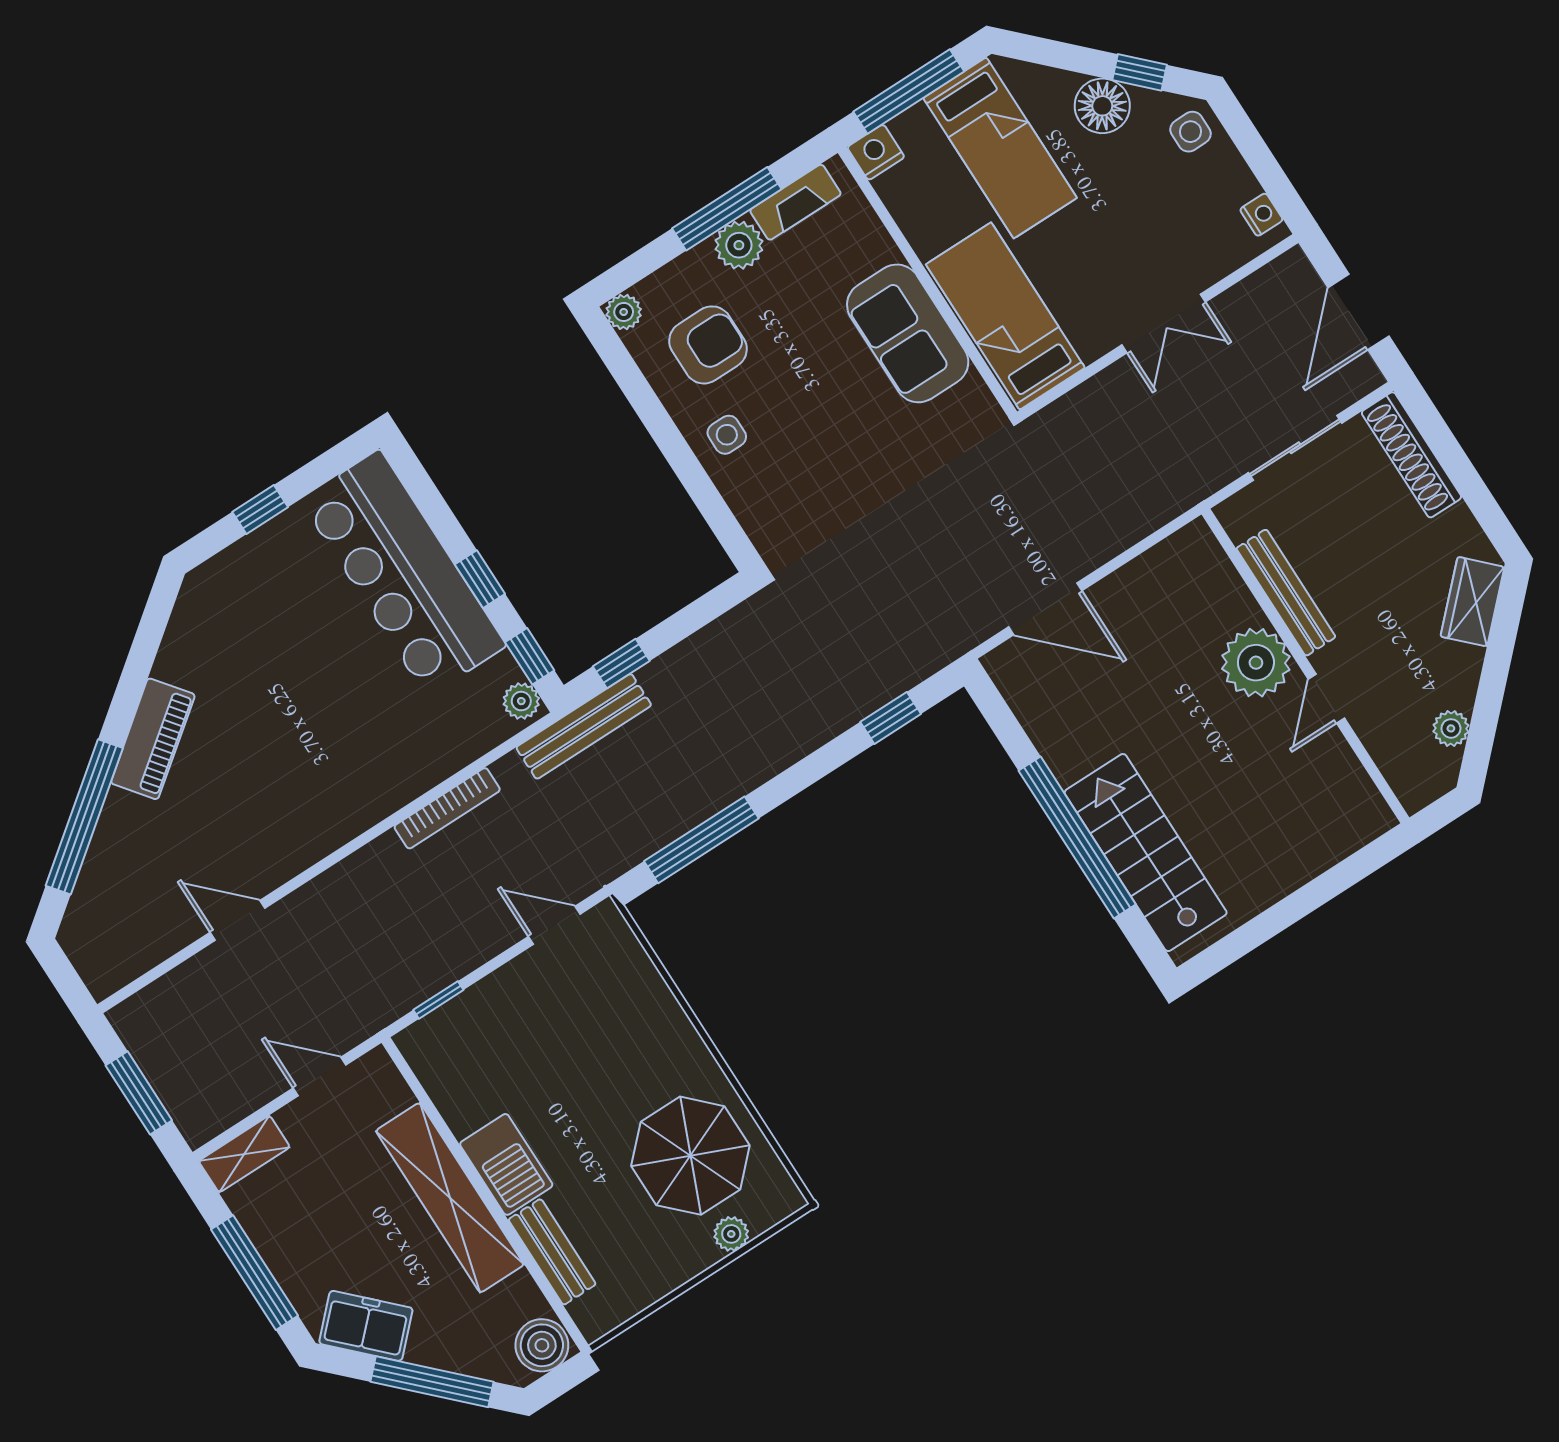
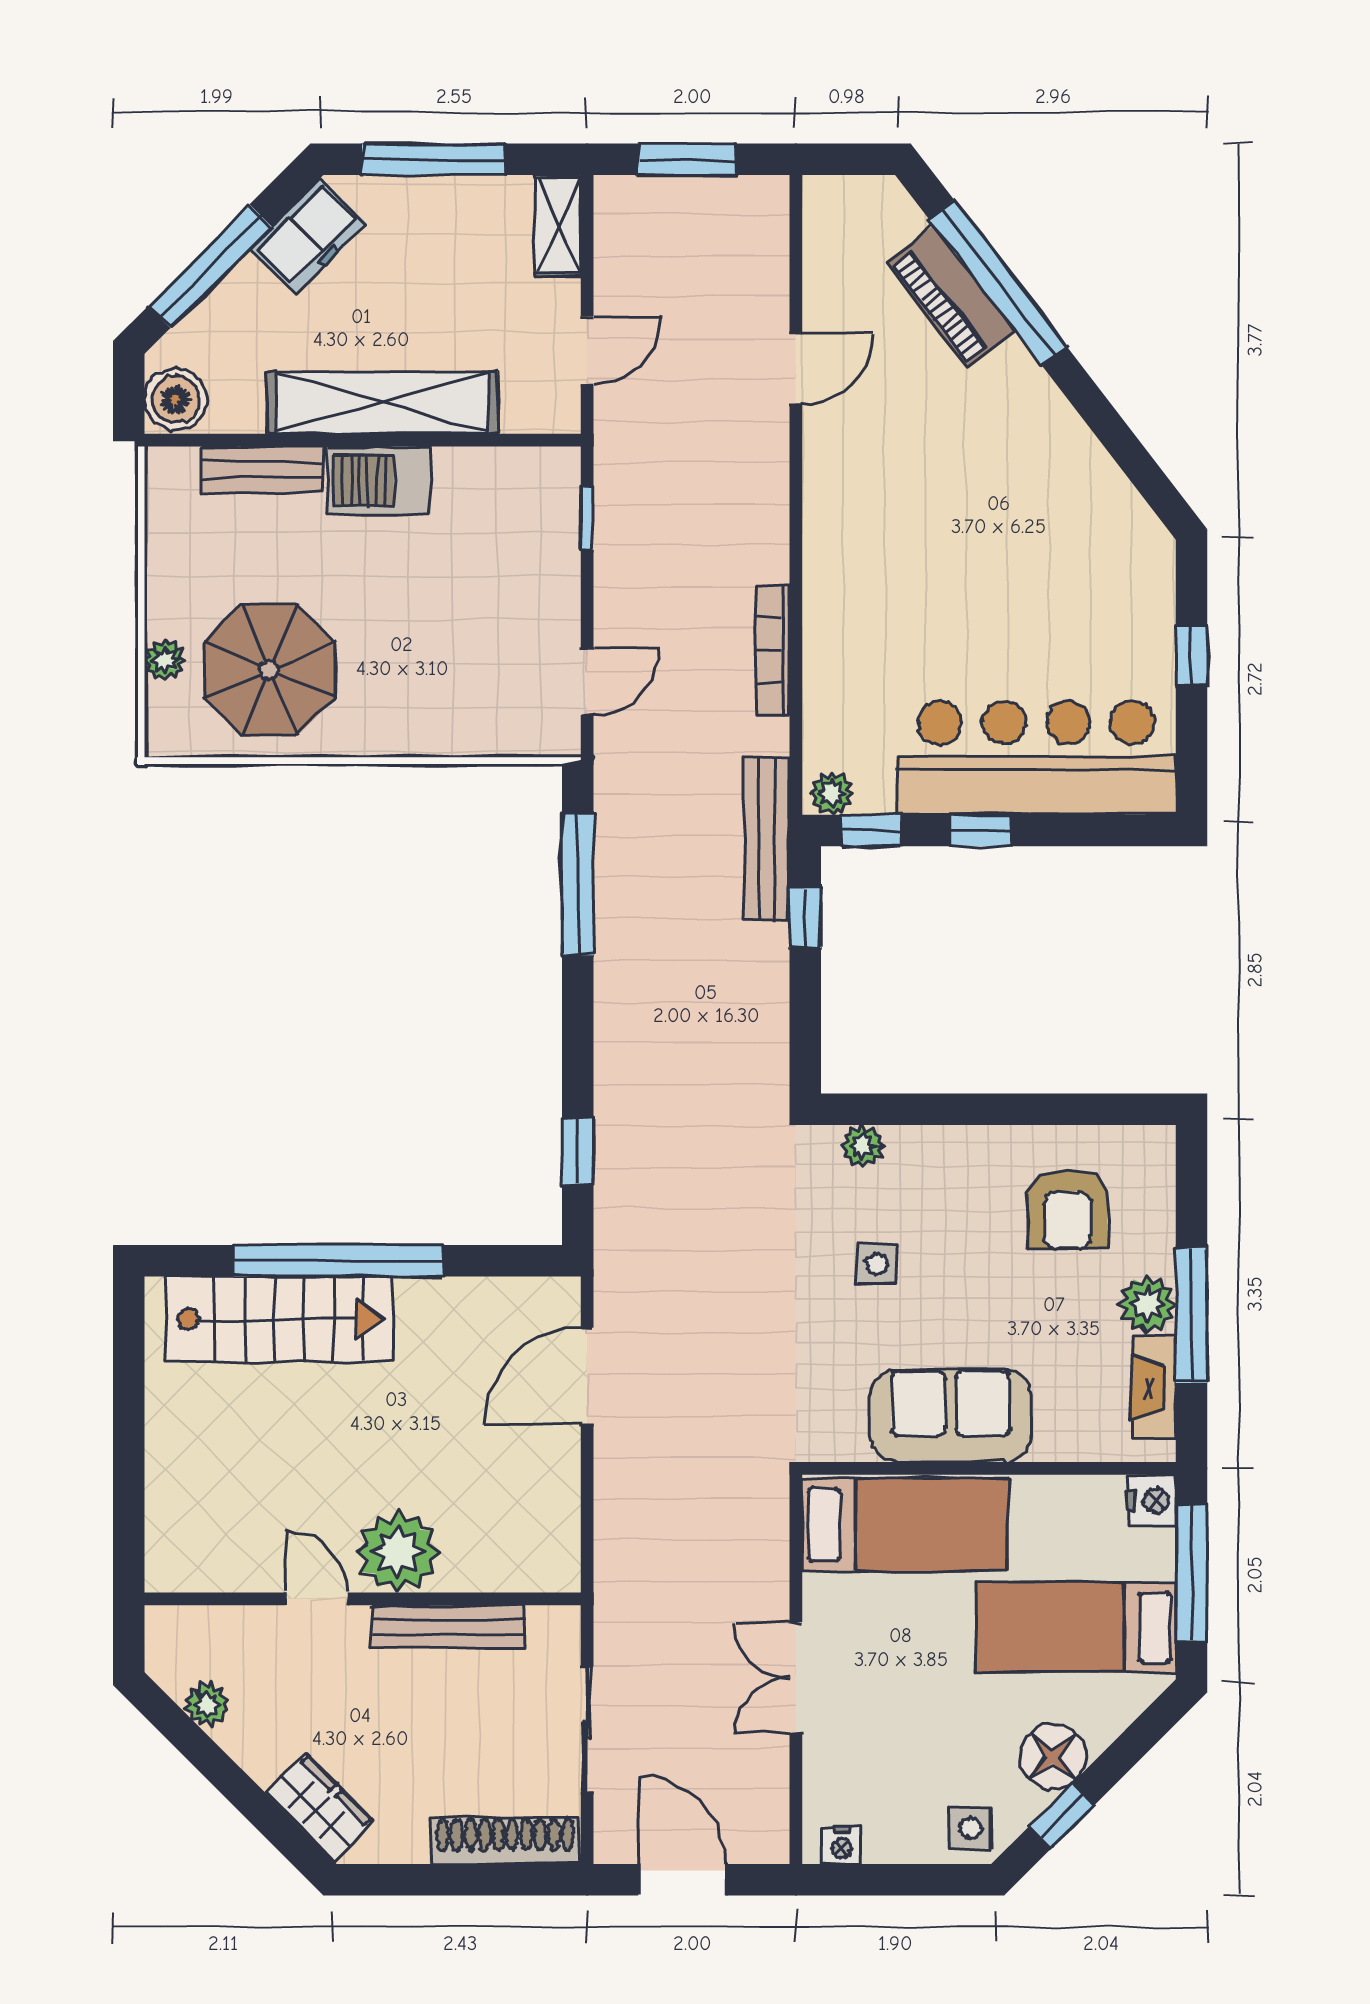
plant: (624, 312) -> (863, 1146), moved
side table: (727, 435) -> (877, 1264), moved
piano: (153, 739) -> (951, 296), moved

